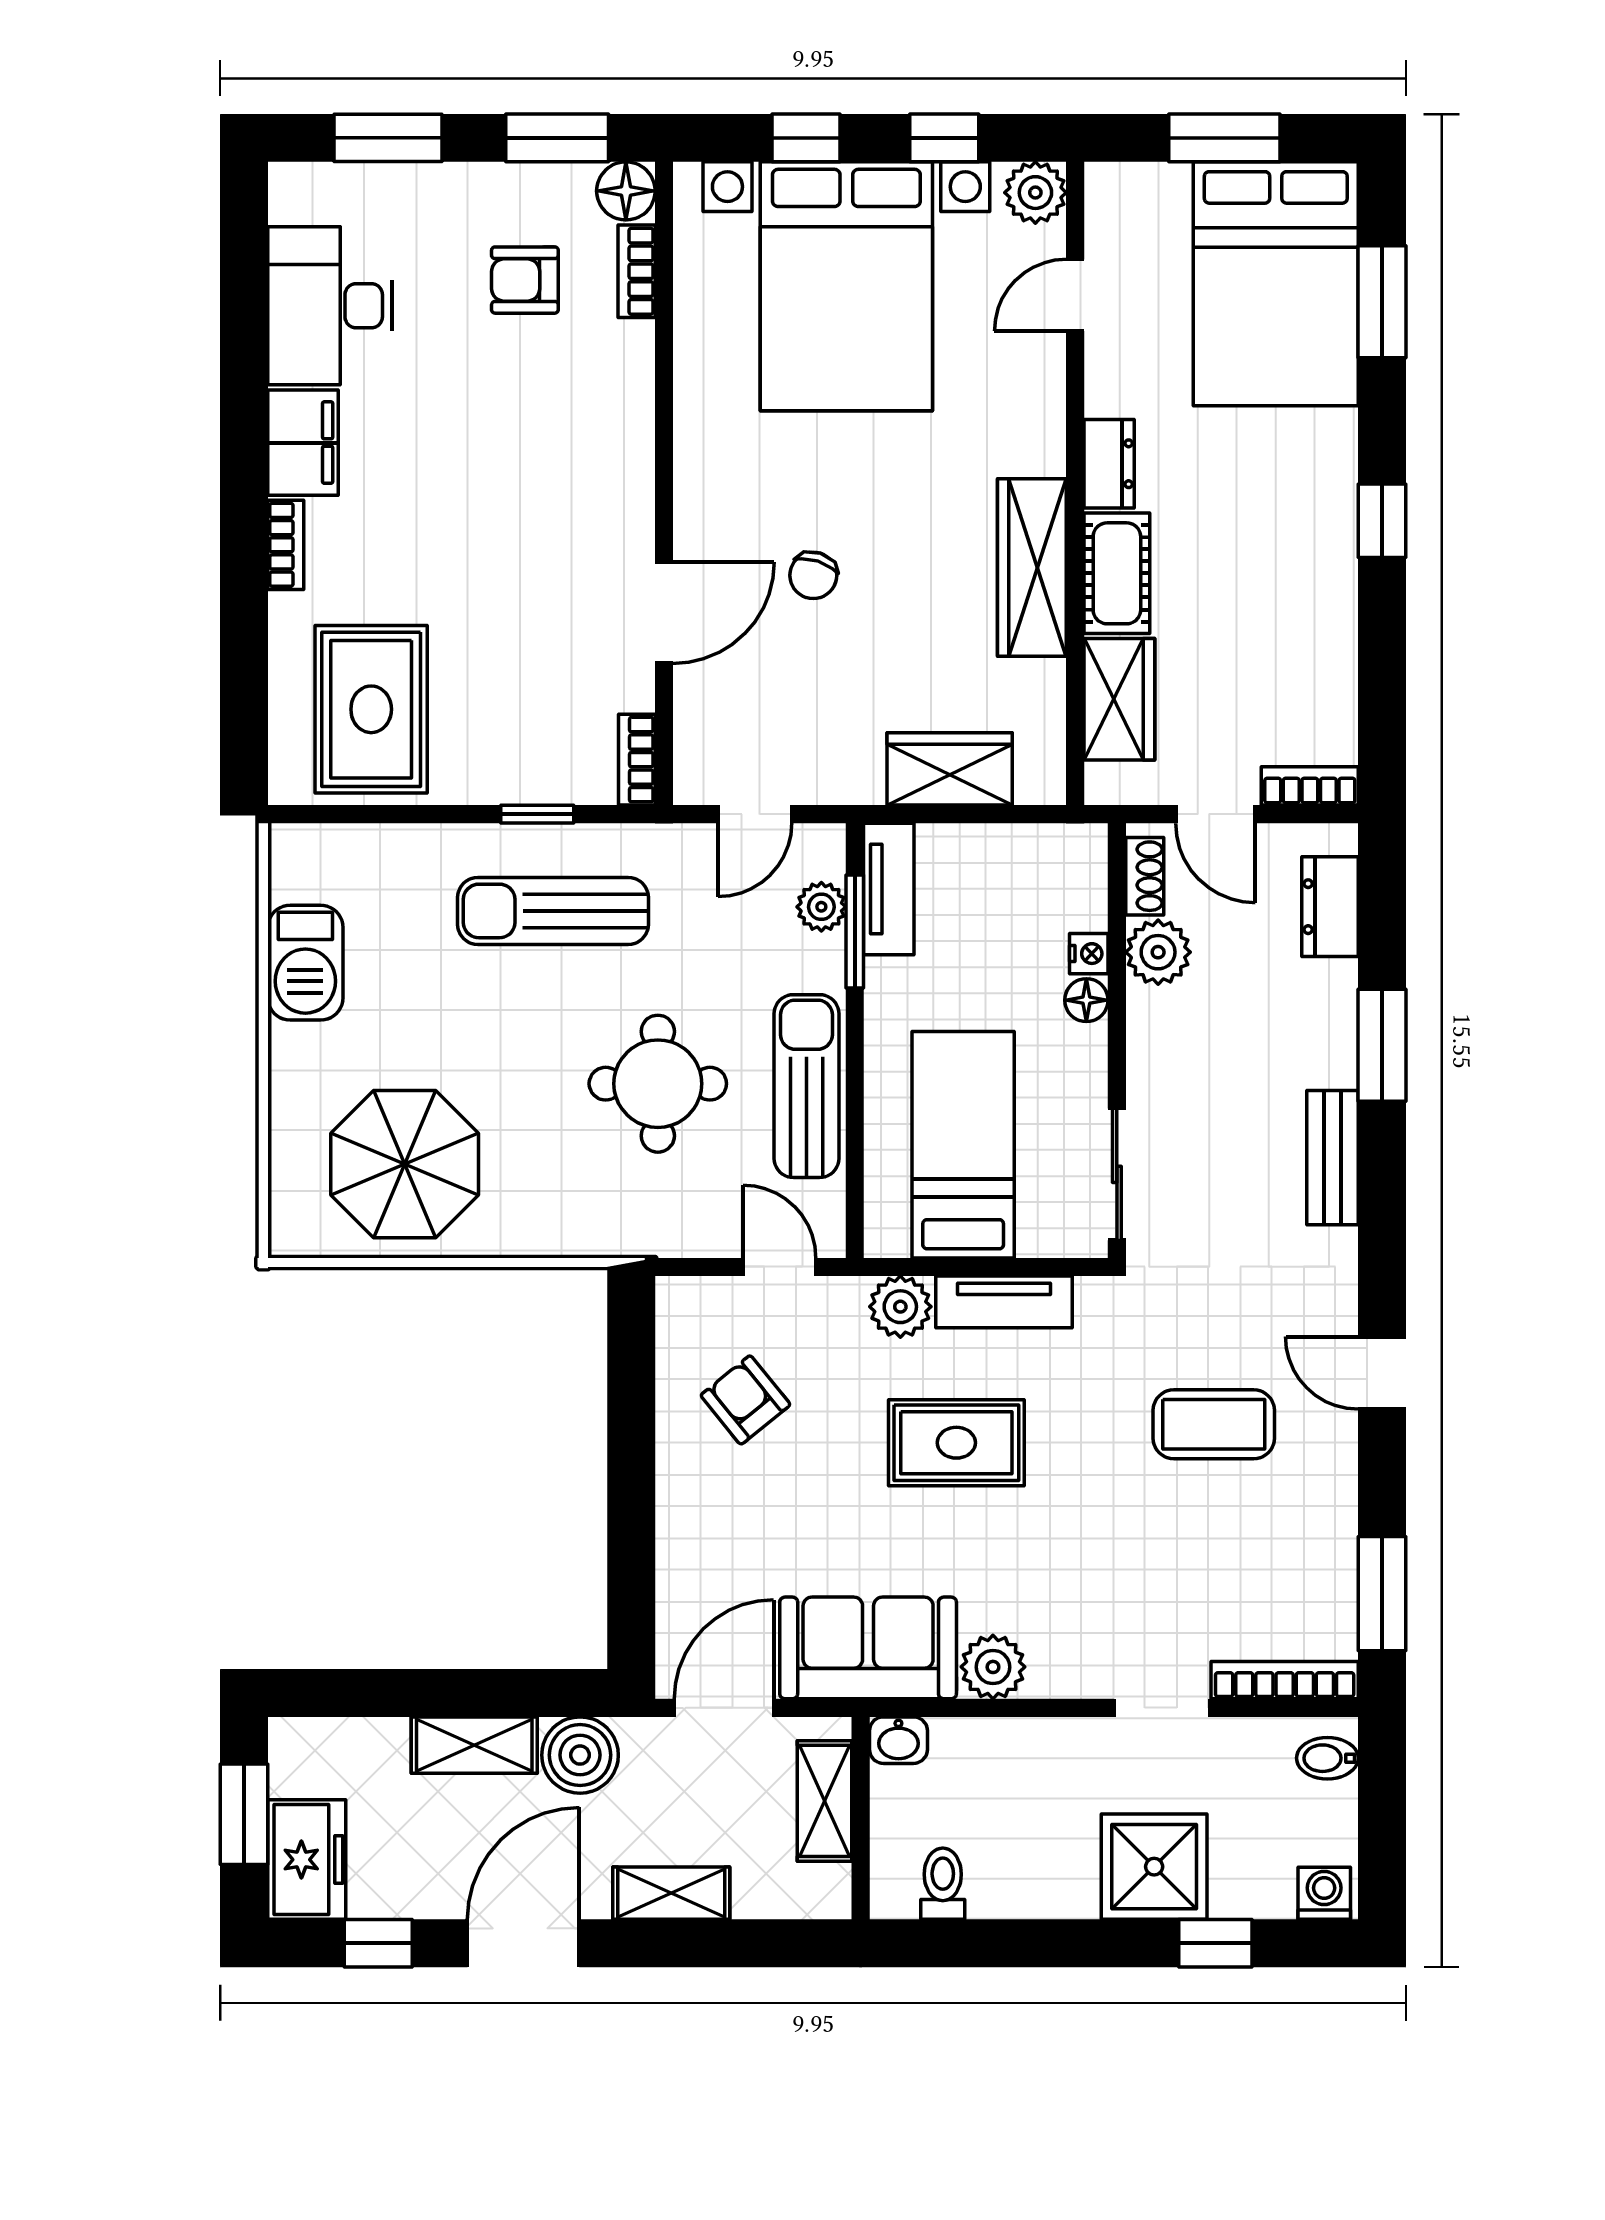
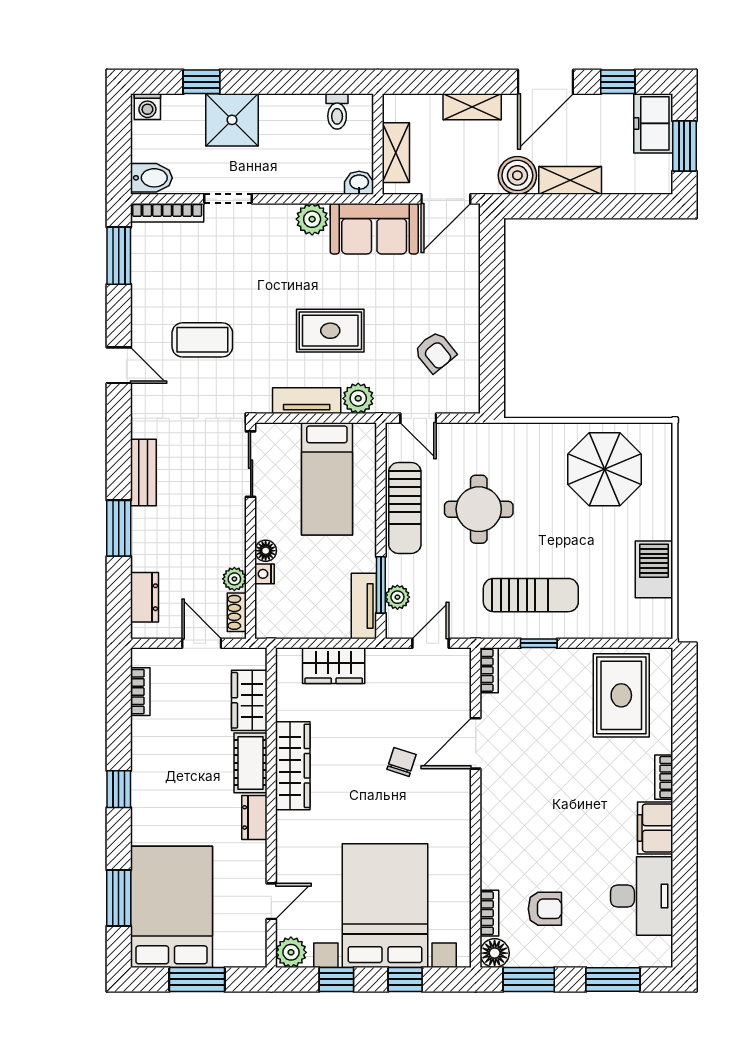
bookcase: (1310, 786) -> (140, 692), moved, turned -90
plant: (1158, 952) -> (234, 579), width x0.73, depth x0.73
bidet: (1327, 1758) -> (151, 178), width x1.38, depth x1.36

